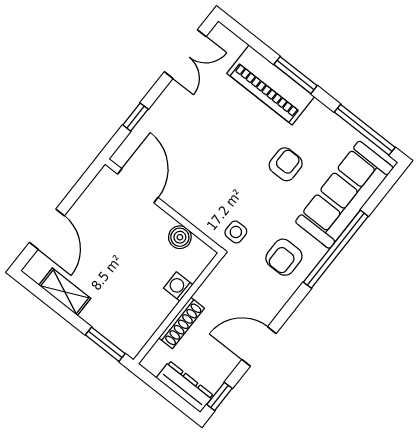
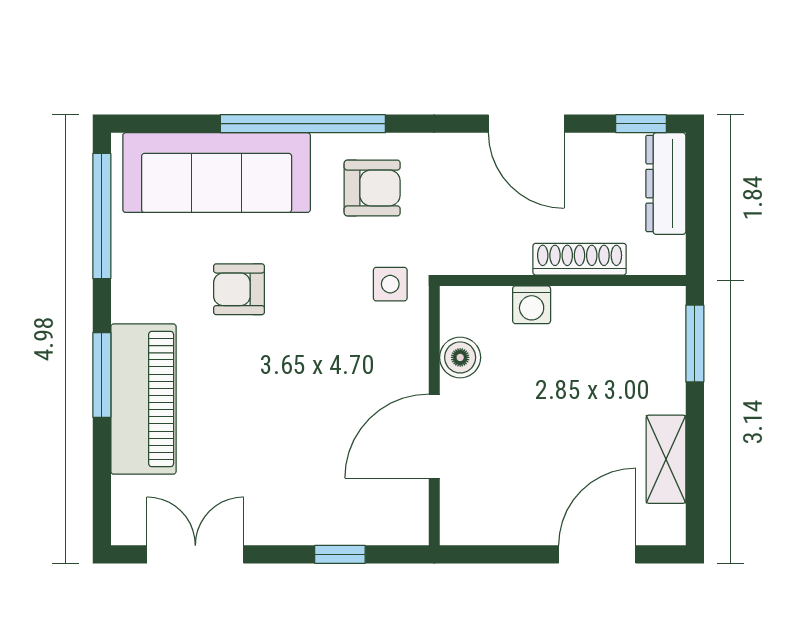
door: (138, 186) -> (434, 436), moved

